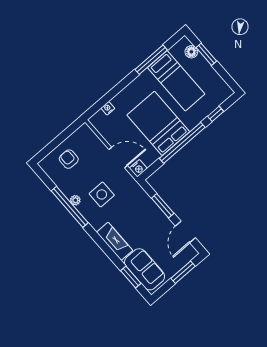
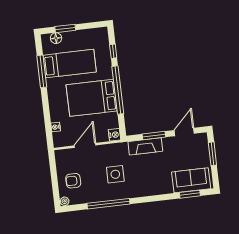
door: (118, 158) -> (85, 145), moved
plant: (75, 200) -> (65, 201), moved
door: (185, 232) -> (184, 132), swing flipped
fireplace: (114, 241) -> (145, 146), moved, turned 180

